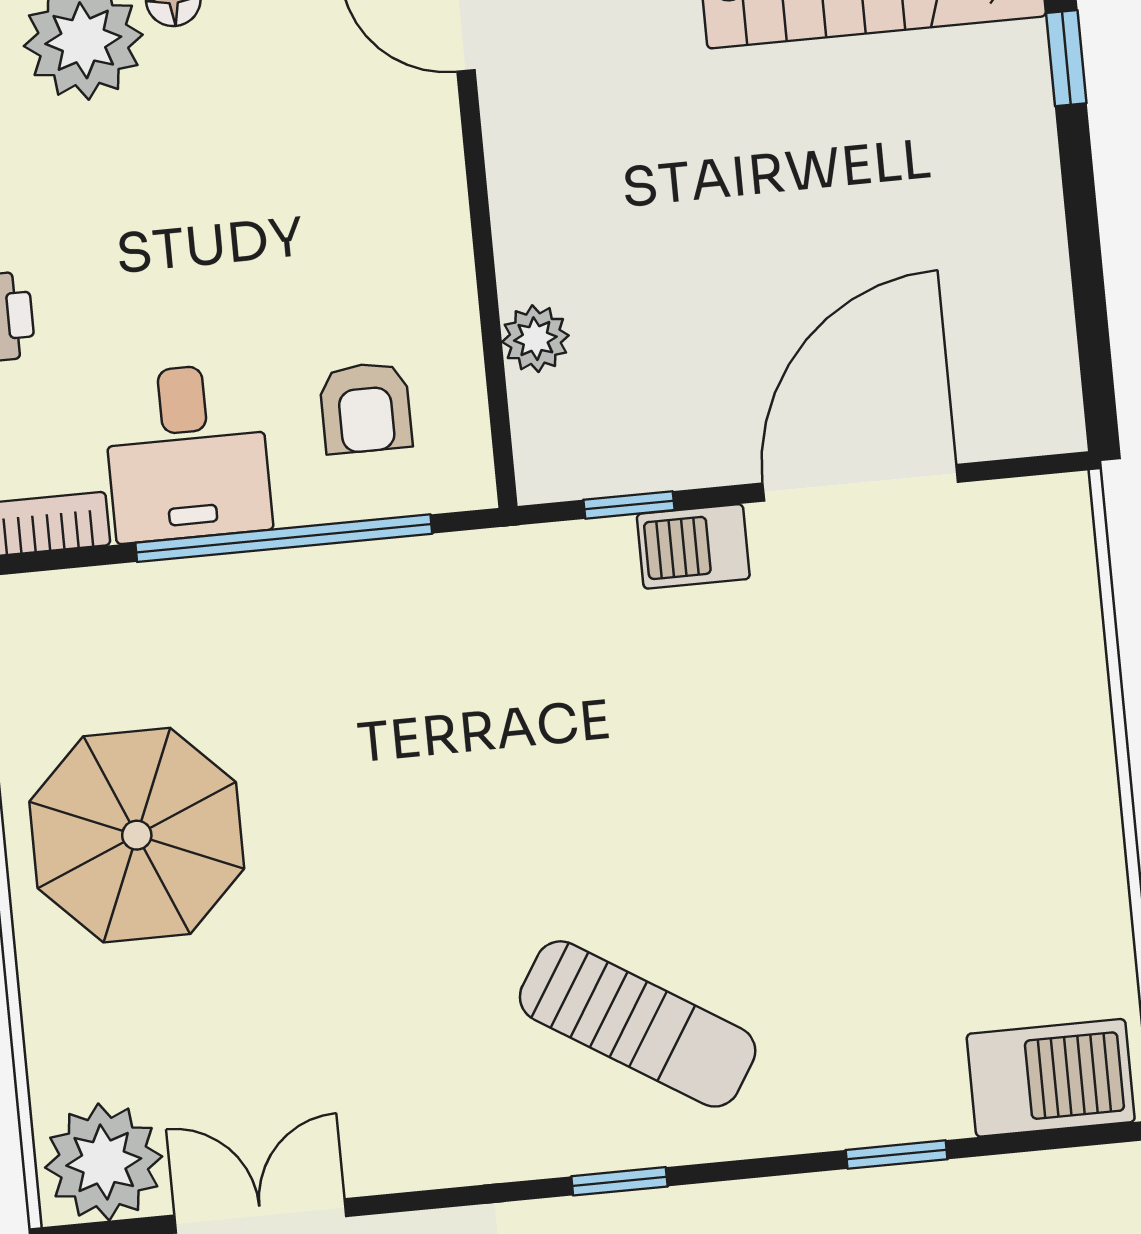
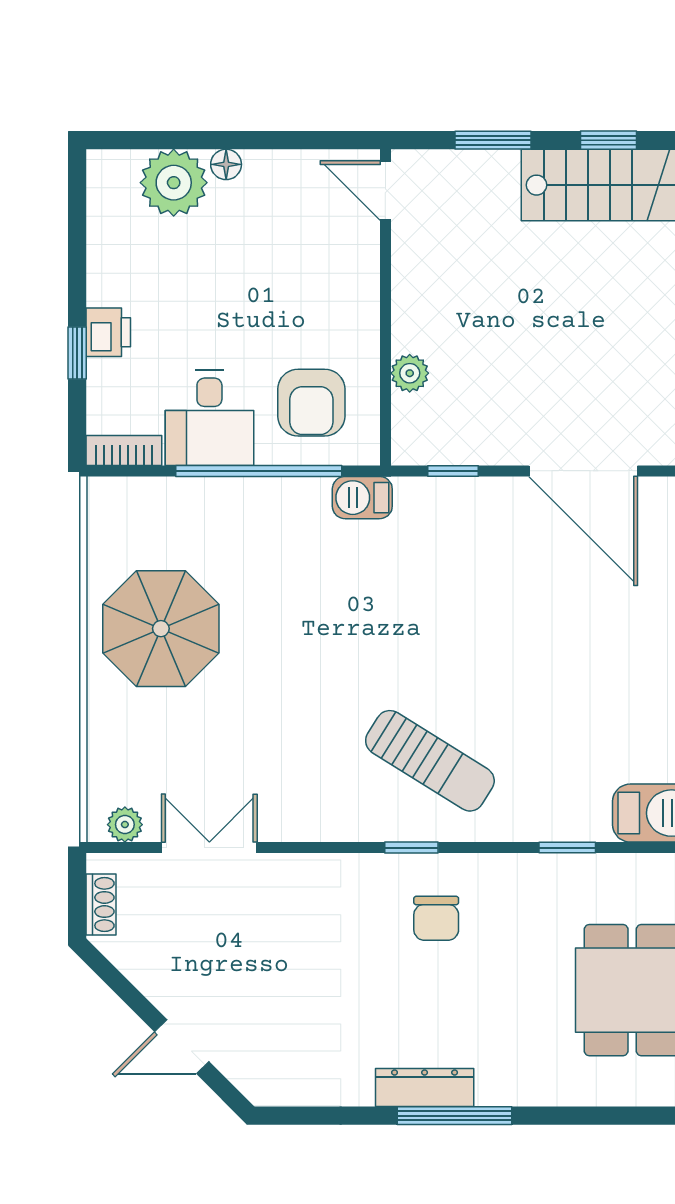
armchair: (366, 408) -> (311, 403), width x1.38, depth x1.38
door: (860, 483) -> (583, 471), swing flipped
barbecue: (693, 546) -> (362, 498), moved
plant: (104, 1162) -> (125, 825), width x0.53, depth x0.53

